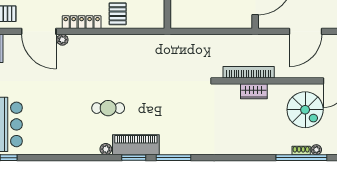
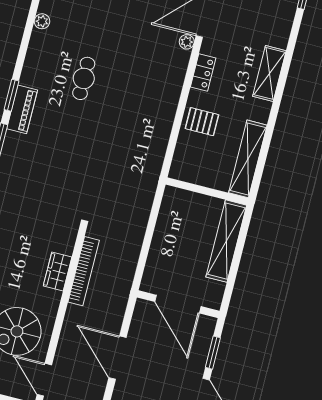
locker: (82, 22) -> (203, 72), width x0.66
piano: (136, 145) -> (22, 109), width x0.73, depth x0.75
plant: (106, 149) -> (42, 21), moved

